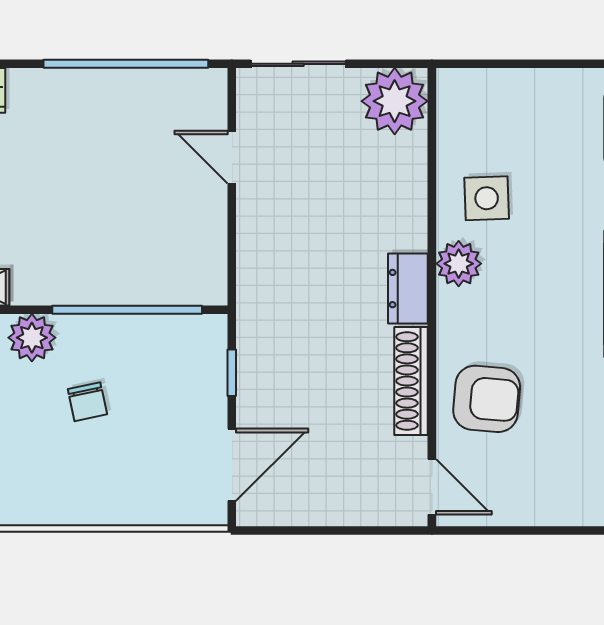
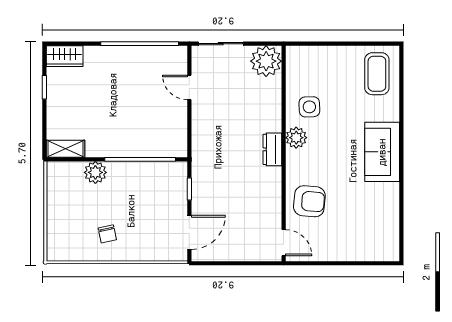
shoe rack: (411, 381) -> (274, 193), removed
chair: (87, 402) -> (107, 234), moved

